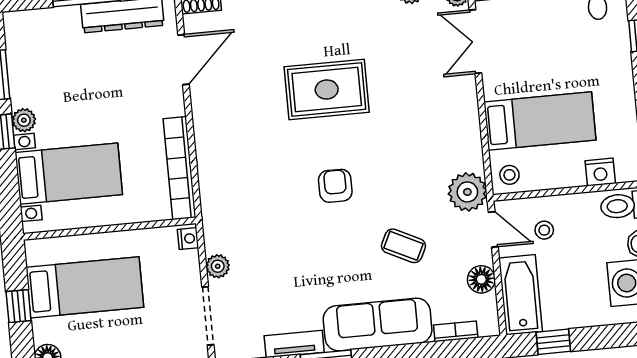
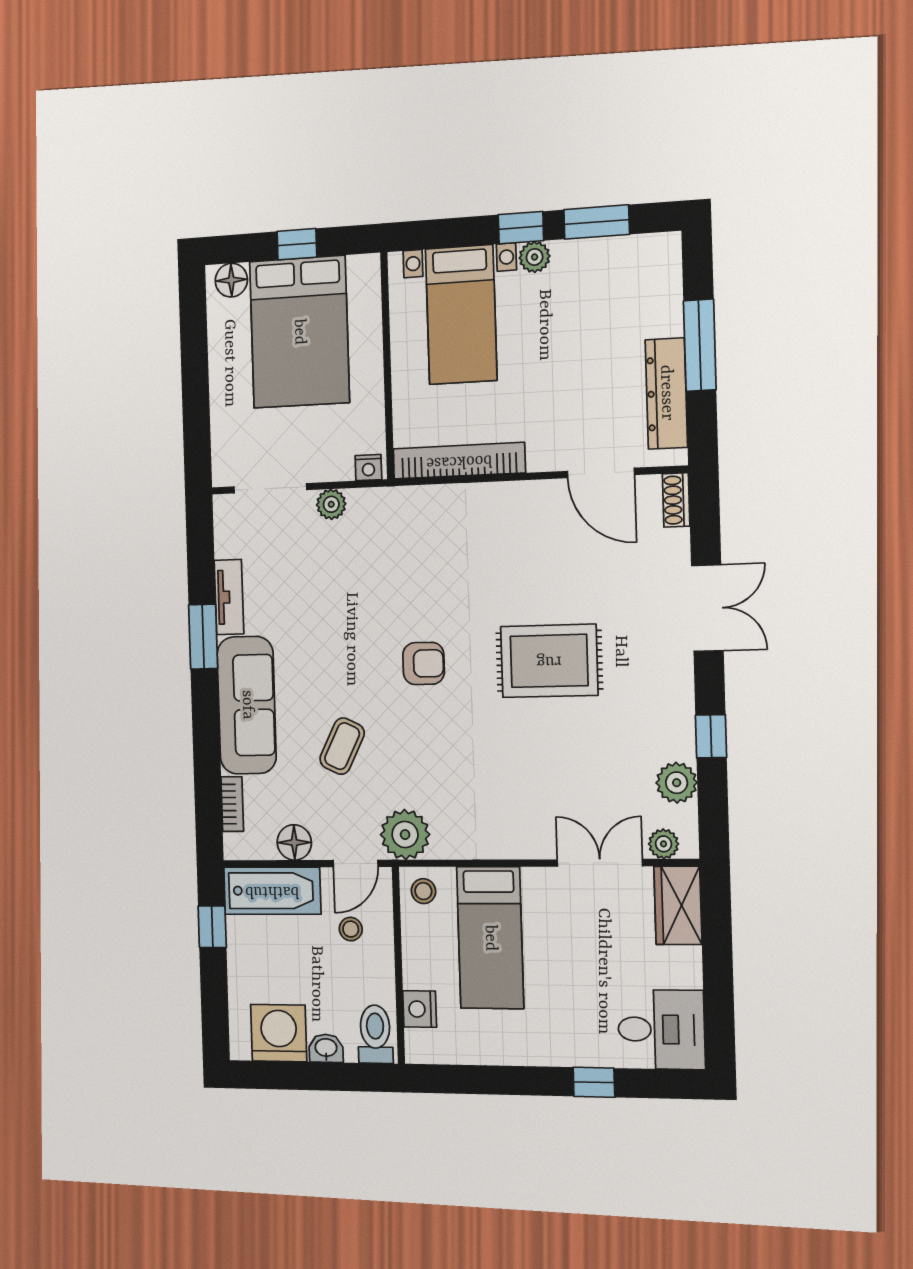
rug: (327, 89) -> (549, 661), turned 90
bed: (85, 287) -> (299, 332), width x1.50

